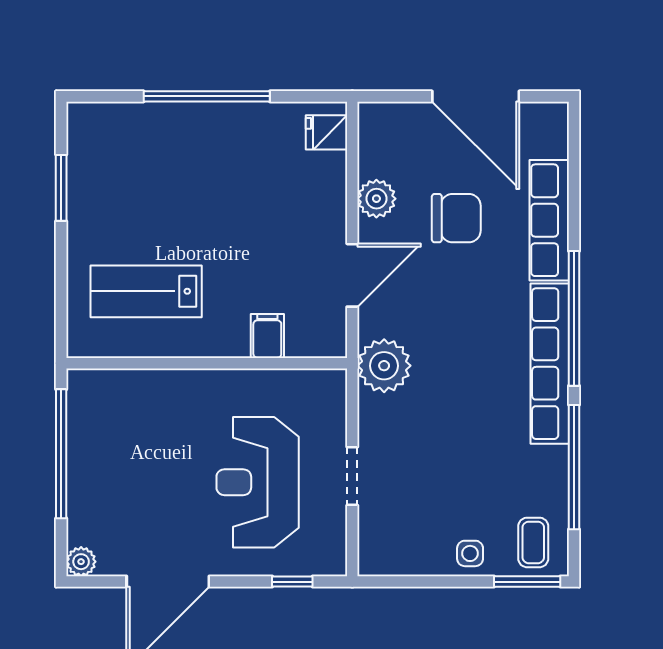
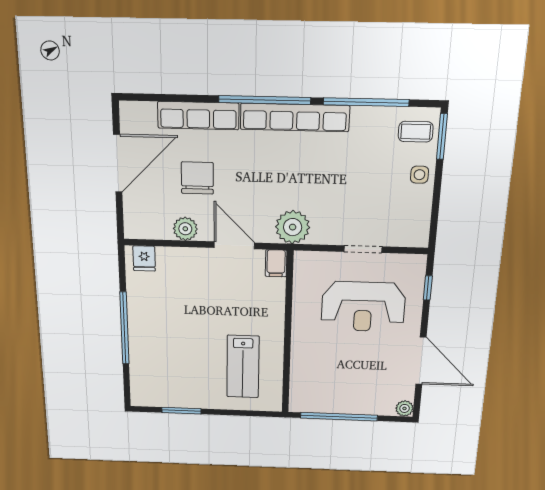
filing cabinet: (267, 336) -> (276, 263), moved, turned -90

